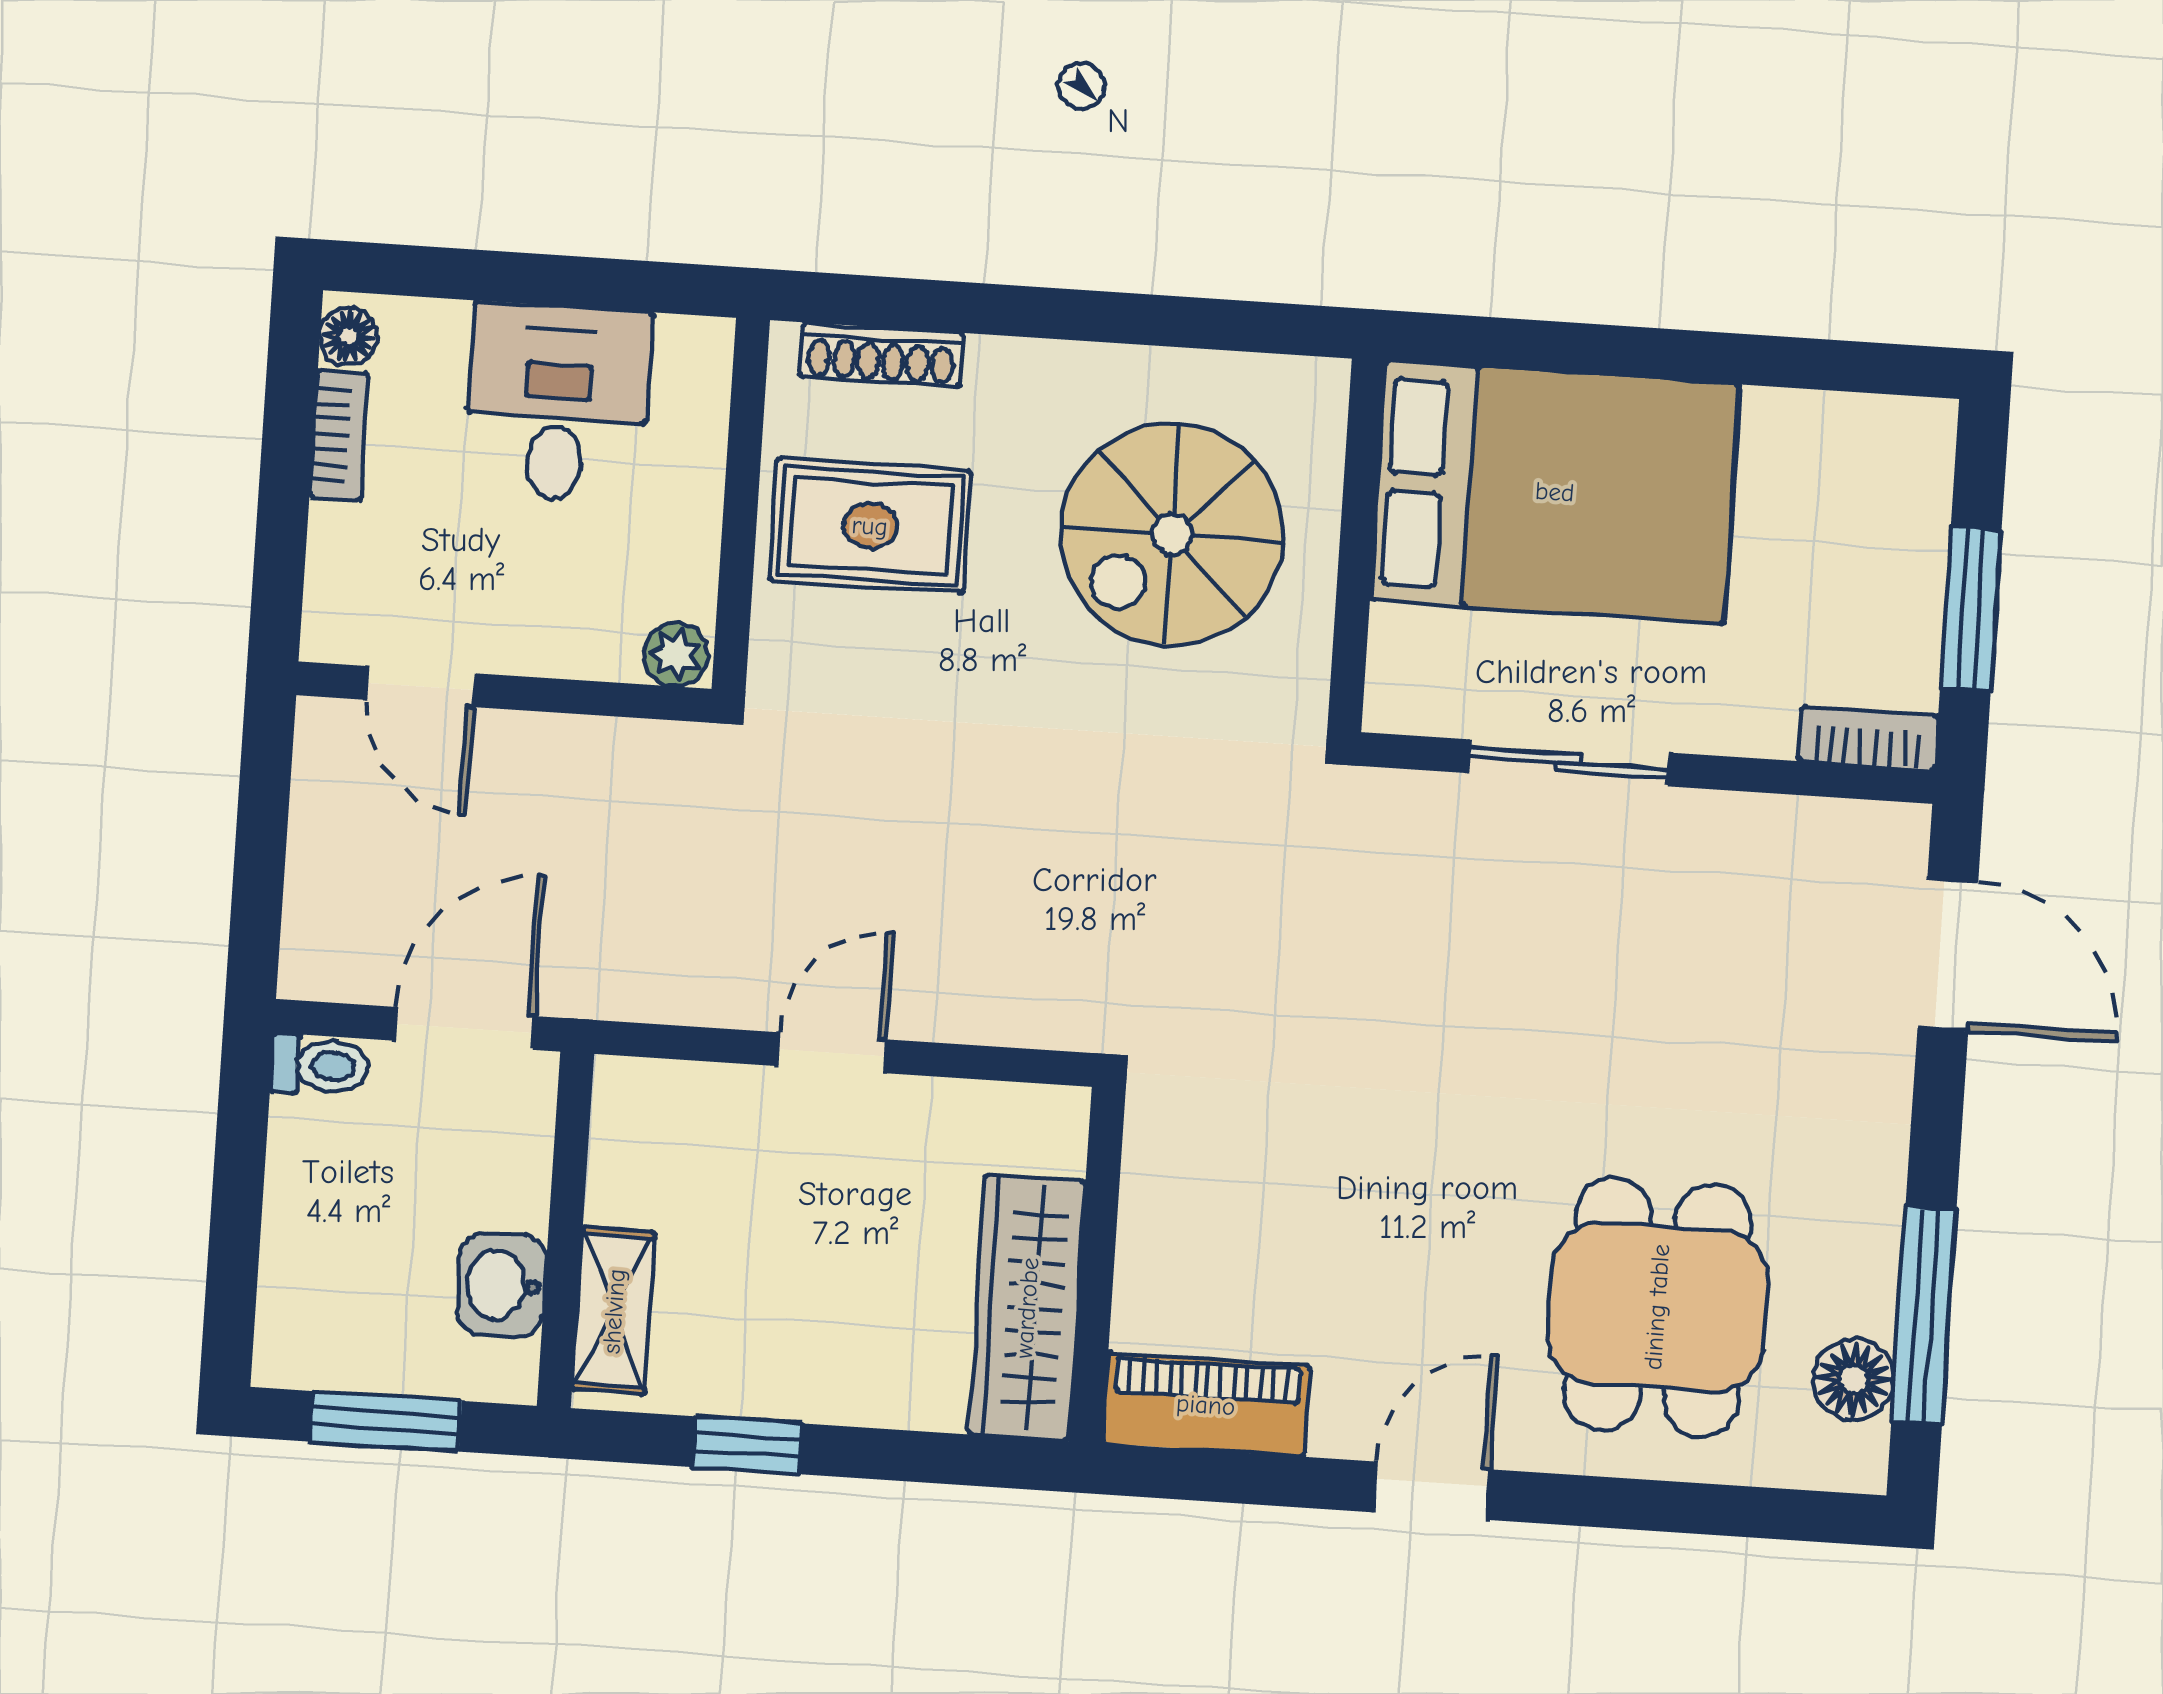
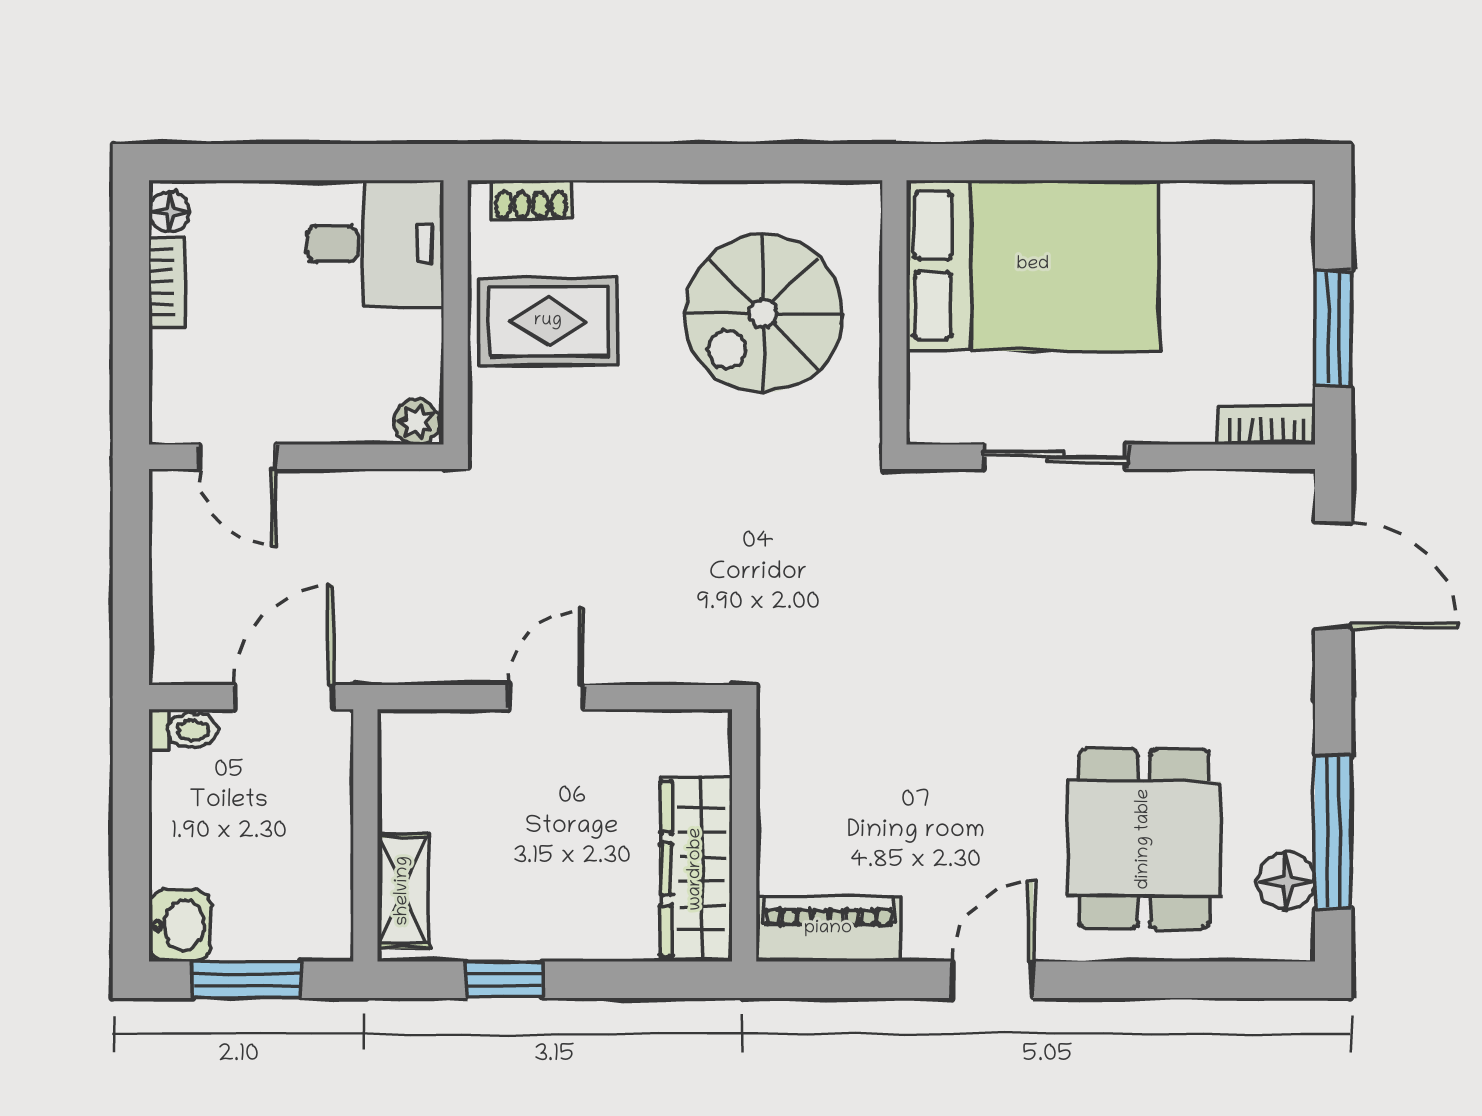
shoe rack: (881, 355) -> (531, 200), width x0.70
desk: (558, 403) -> (375, 244), moved, turned 90
washbasin: (501, 1285) -> (180, 925), moved, turned 180

